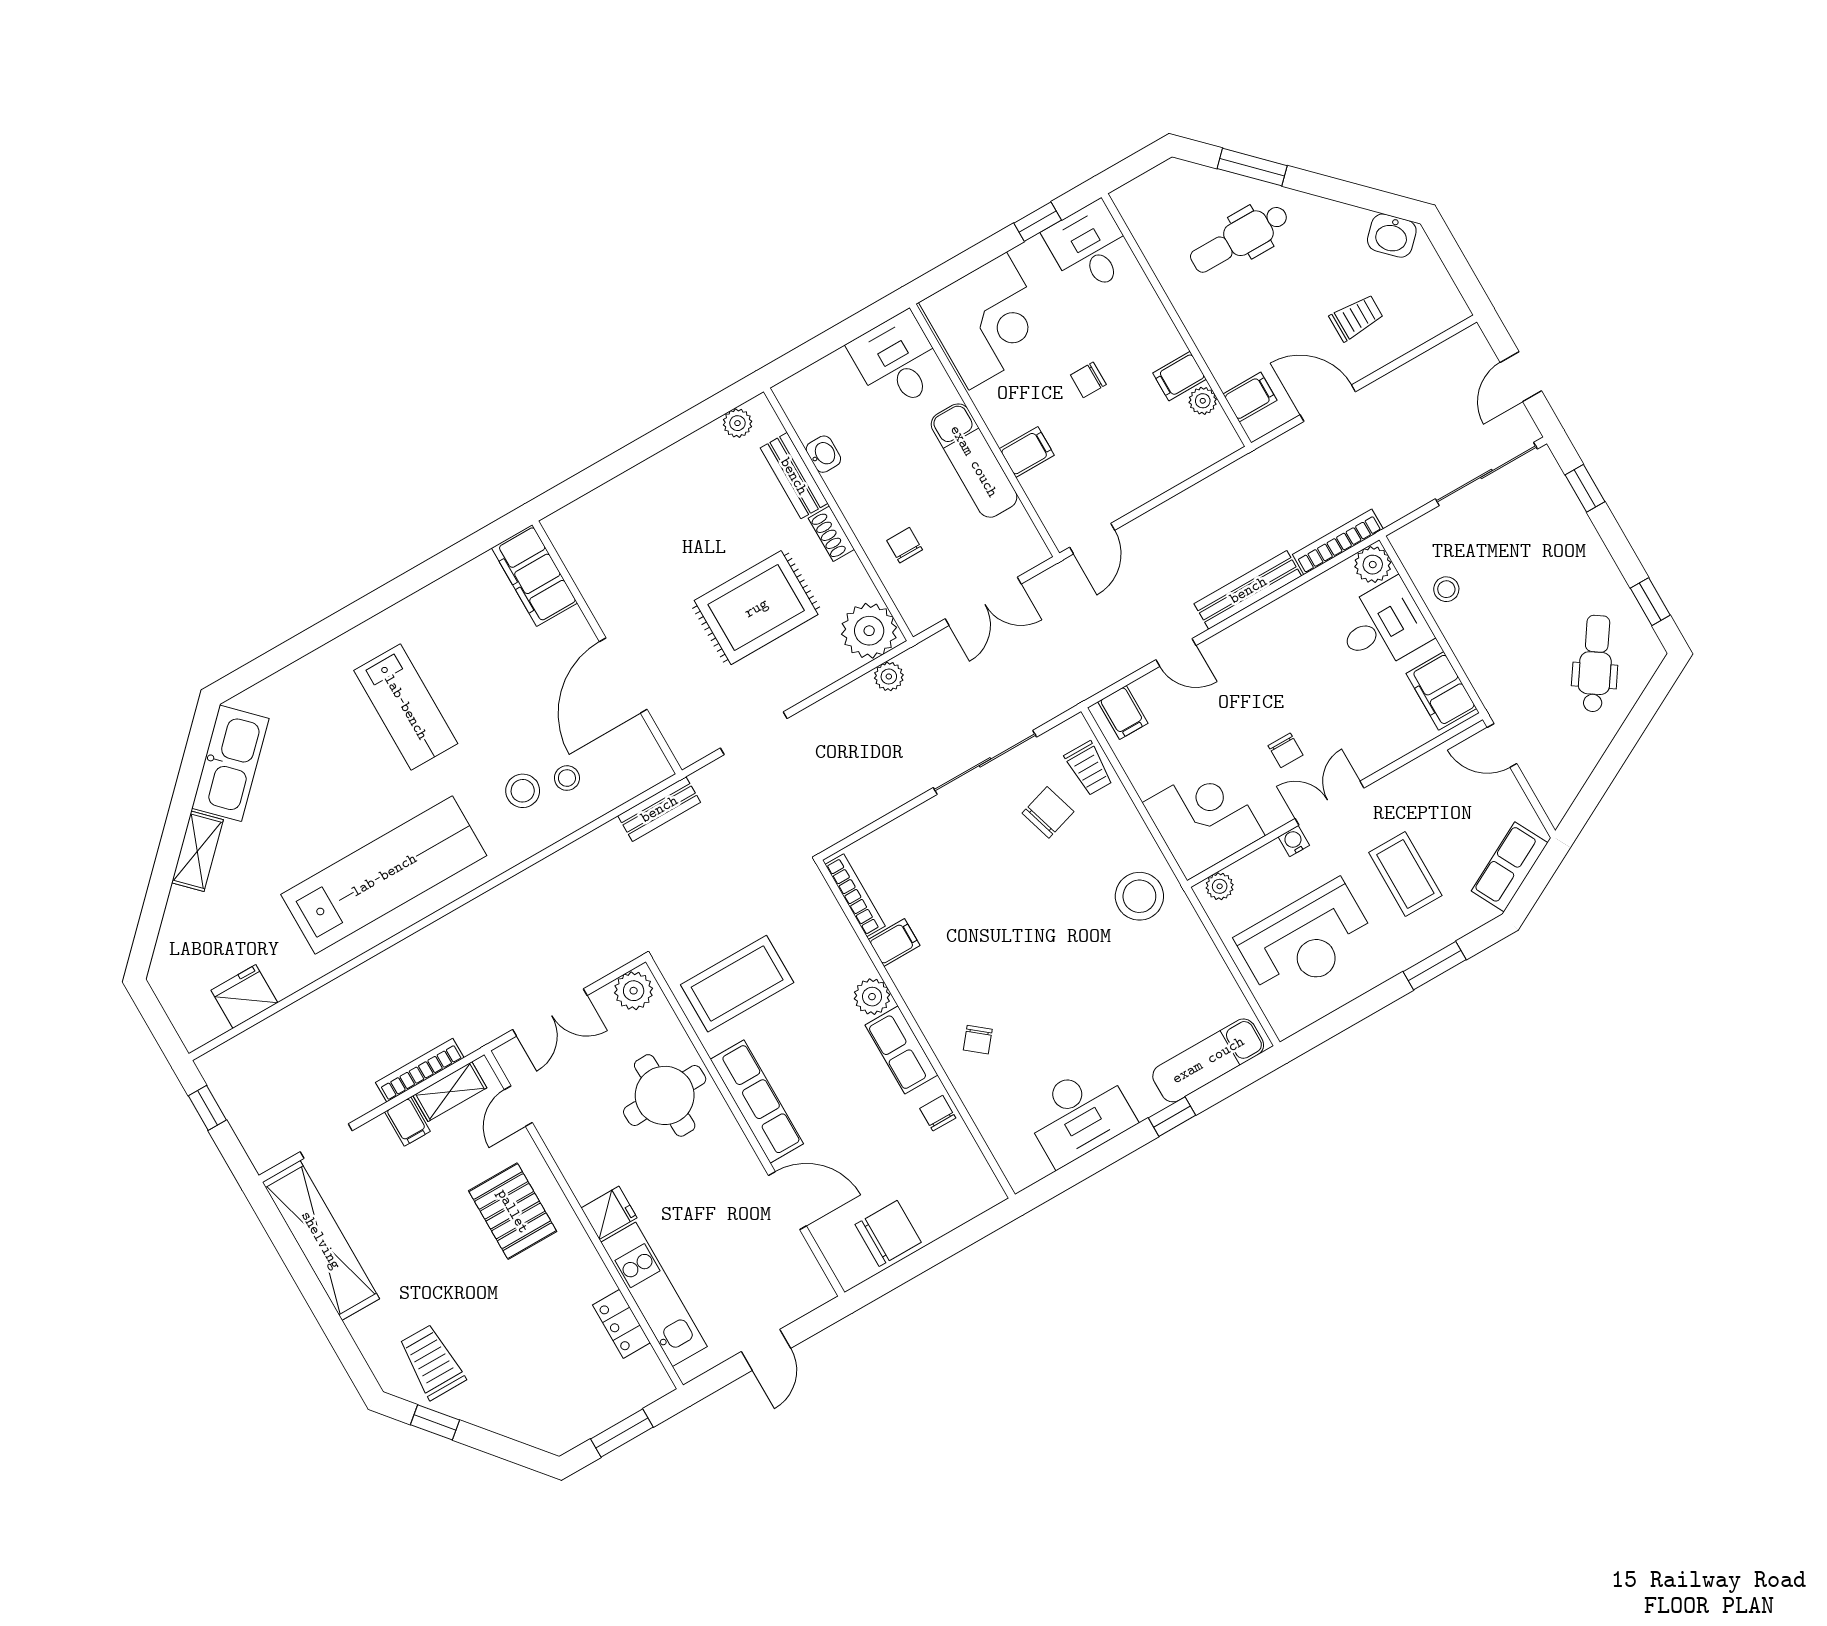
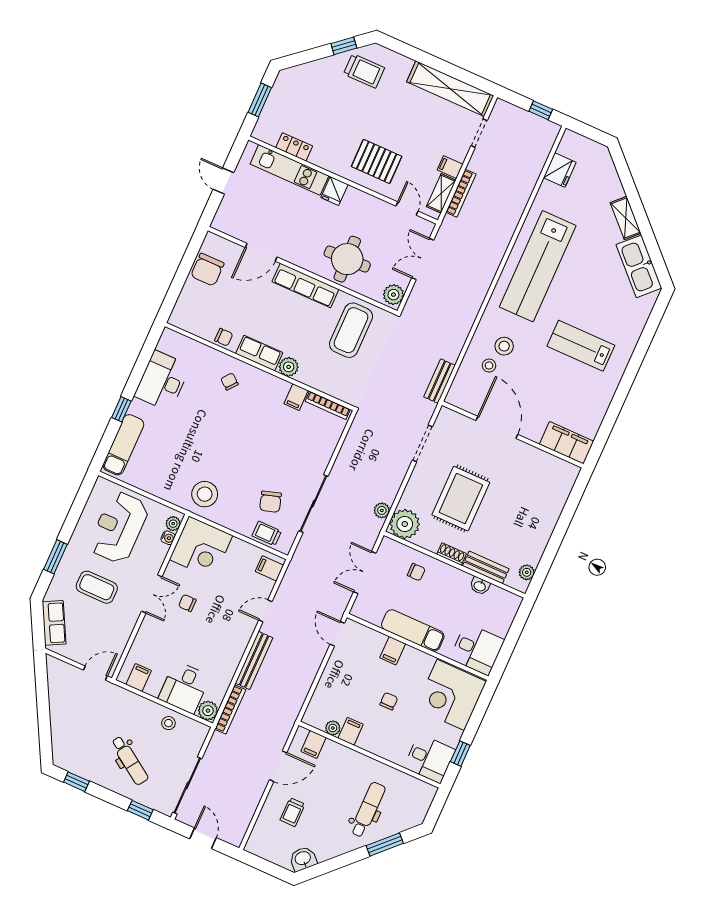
dental chair: (1595, 663) -> (130, 760), moved
filing cabinet: (1441, 691) -> (139, 678), width x0.50
water cooler: (1294, 841) -> (168, 538), moved

